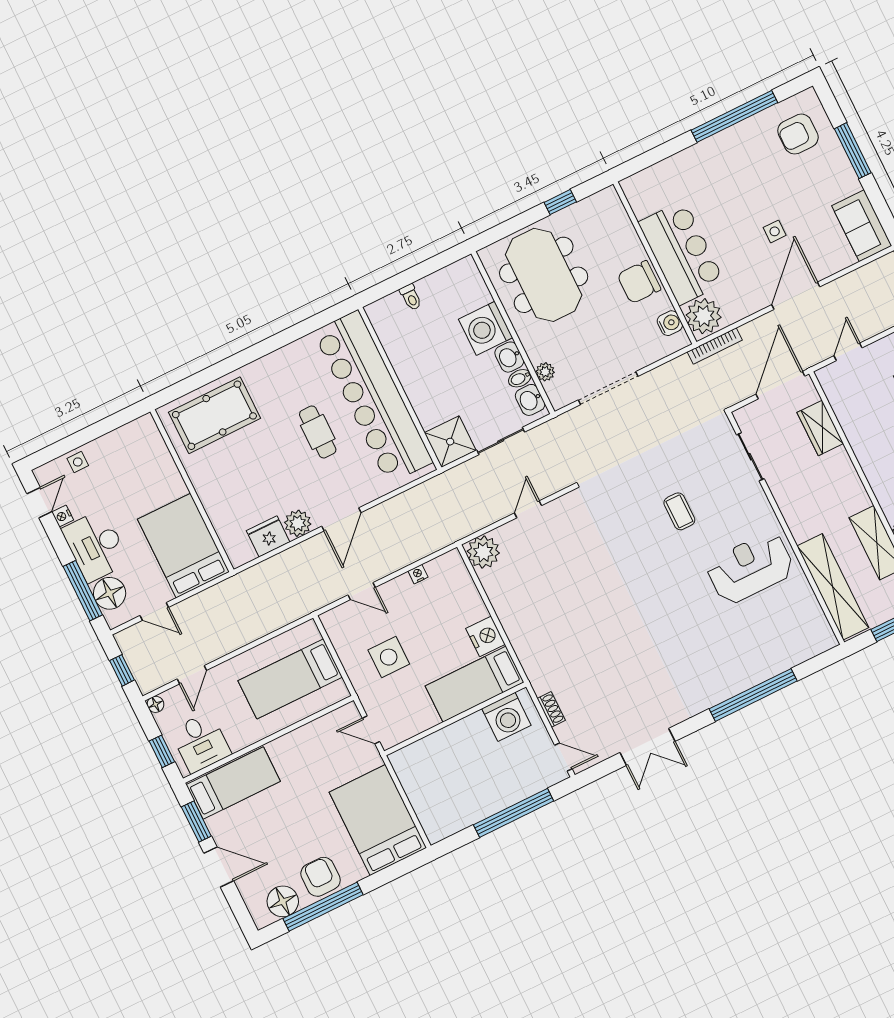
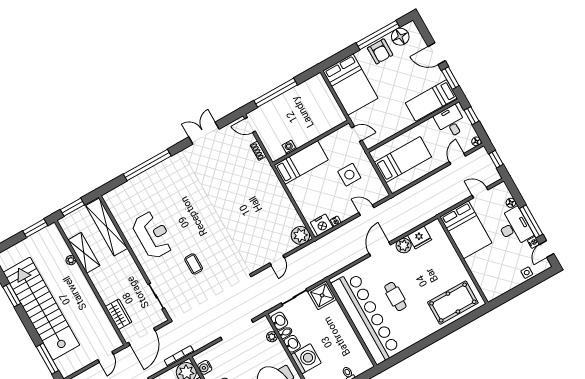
reception desk: (750, 568) -> (153, 235), turned -90
window: (83, 591) -> (531, 221), moved
floor lamp: (110, 593) -> (511, 203), width x0.53, depth x0.53
nightstand: (485, 636) -> (322, 225), moved, turned -90
washing machine: (506, 717) -> (289, 147), width x0.53, depth x0.53

